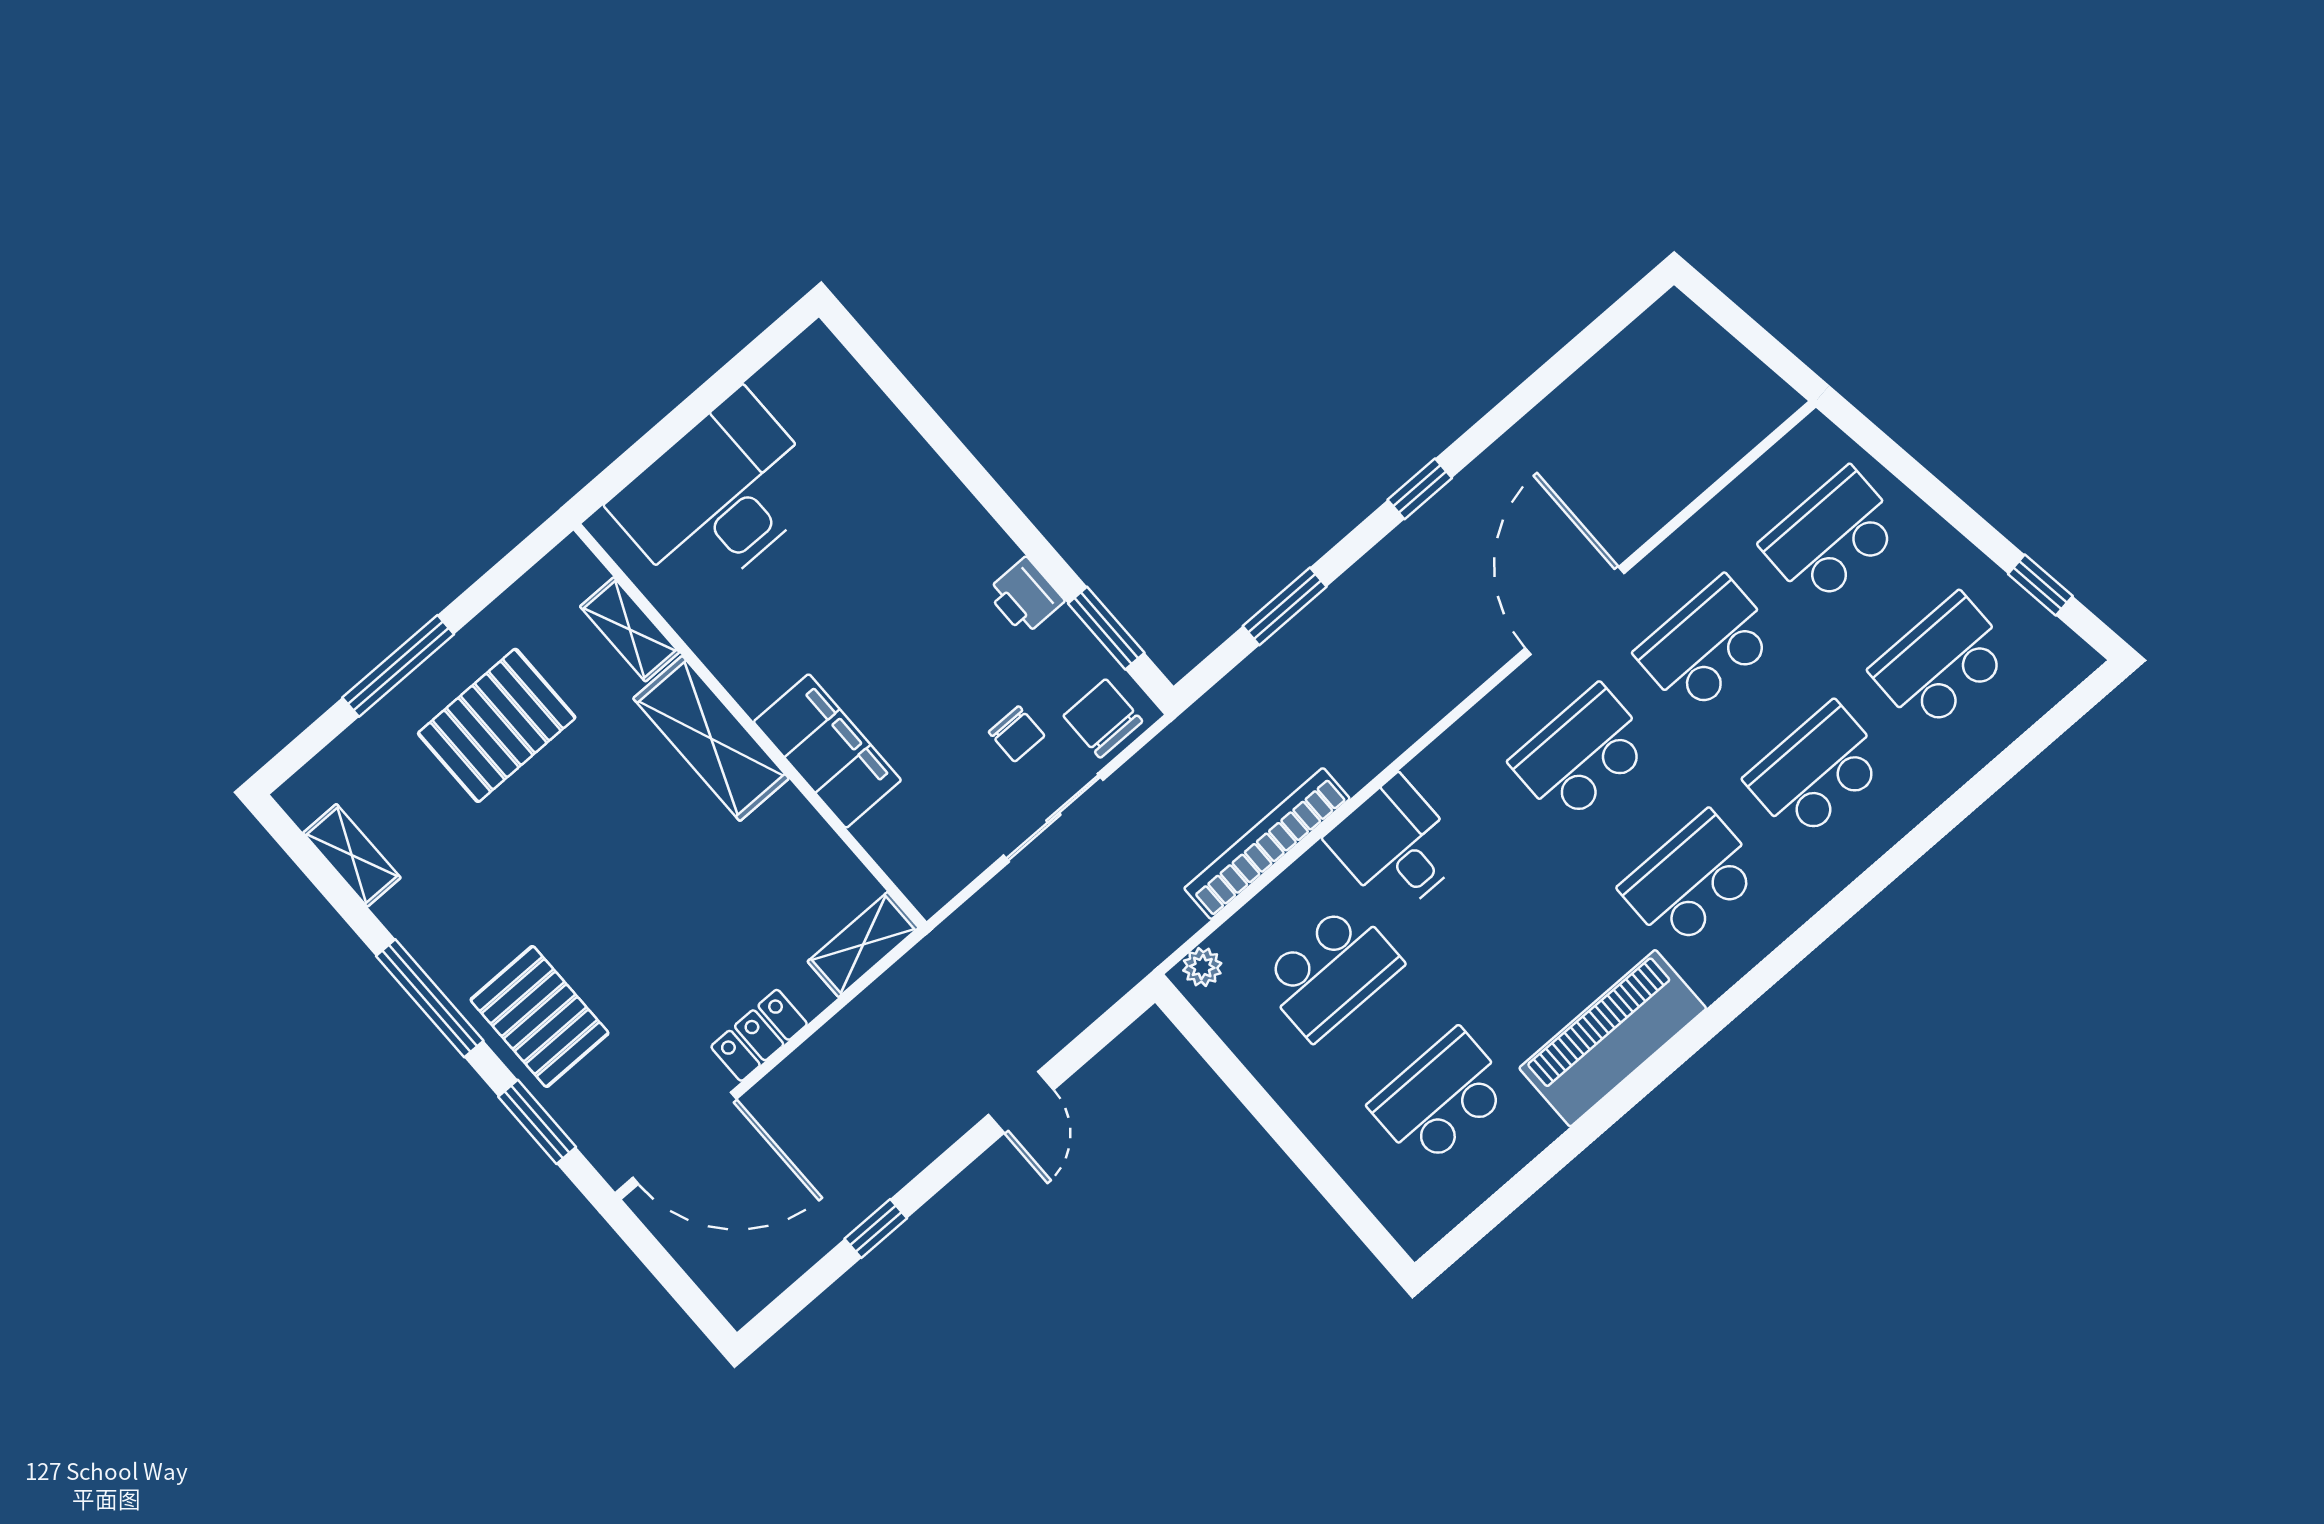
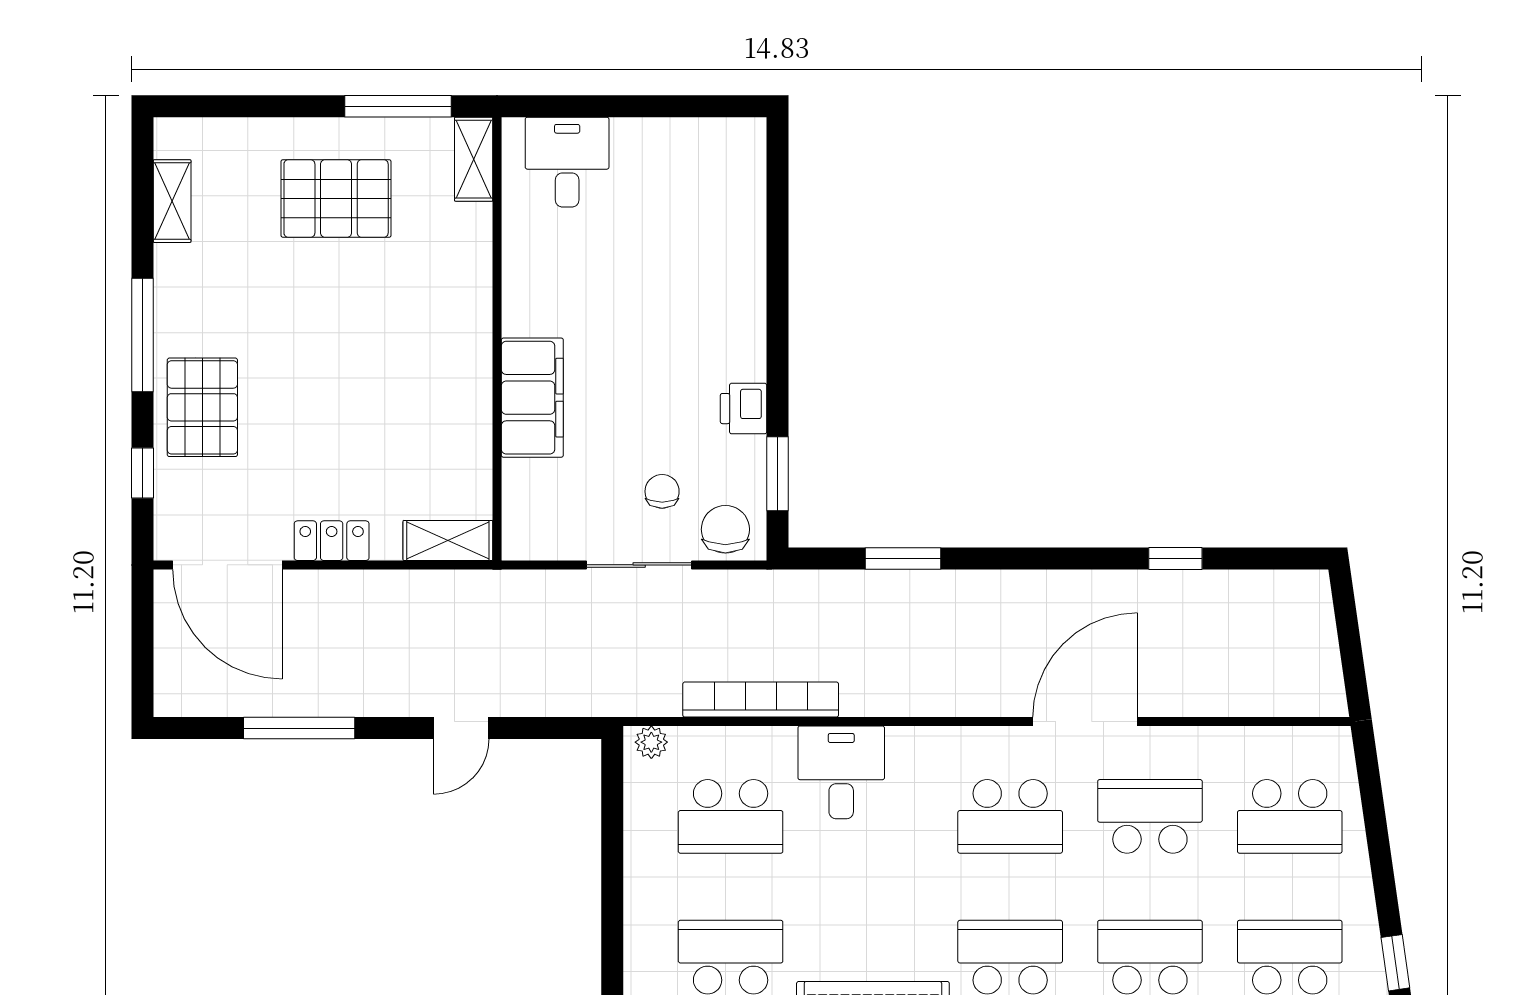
window: (1420, 489) -> (1175, 558), moved
desk: (718, 497) -> (567, 162), width x0.53, depth x0.77
school desk: (1832, 536) -> (1290, 816), turned 180
shelving: (630, 629) -> (474, 159), moved
window: (398, 666) -> (398, 106), moved
chair: (1017, 734) -> (662, 491), turned 180
shelving: (711, 738) -> (465, 325), removed
school desk: (1581, 754) -> (1010, 816), turned 180
window: (537, 1122) -> (143, 473), width x0.67
window: (876, 1228) -> (299, 728), width x2.17

